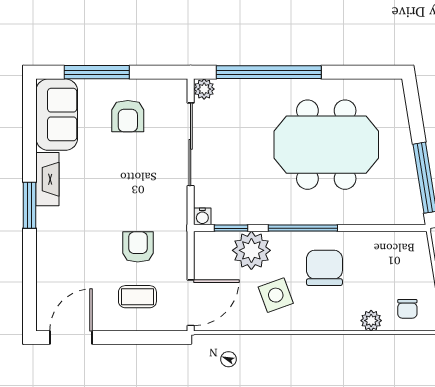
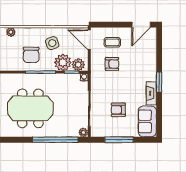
window: (97, 72) -> (119, 140), moved
armchair: (128, 116) -> (118, 110), moved, turned -90
plant: (216, 245) -> (78, 65), added
armchair: (138, 247) -> (112, 64), turned -90
door: (191, 303) -> (89, 40), hinge flipped

